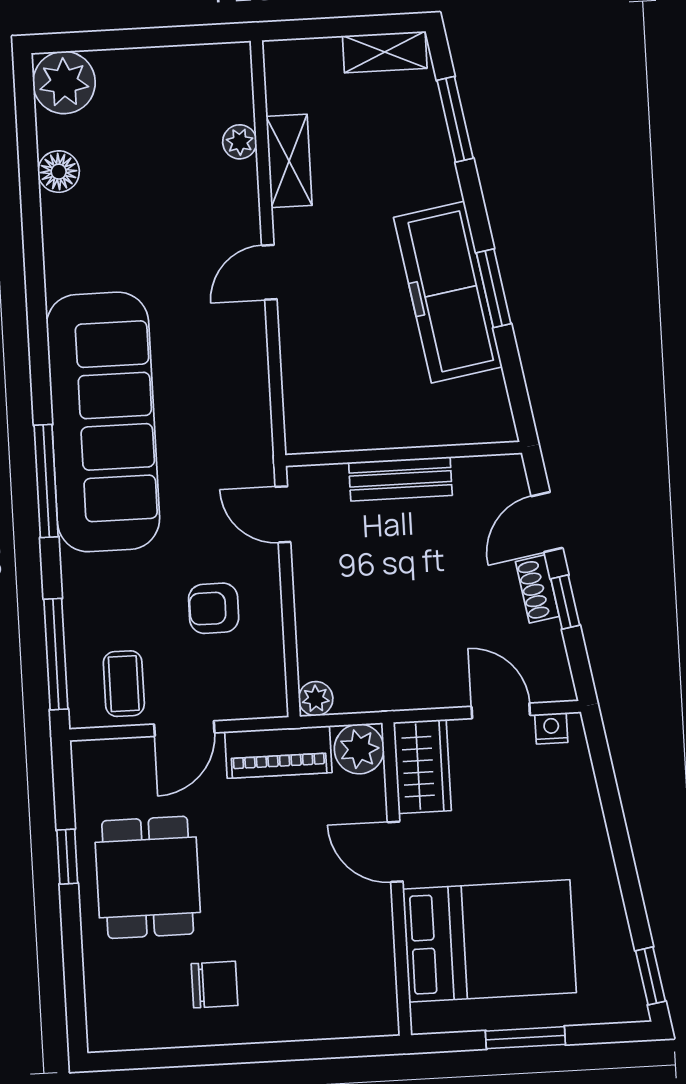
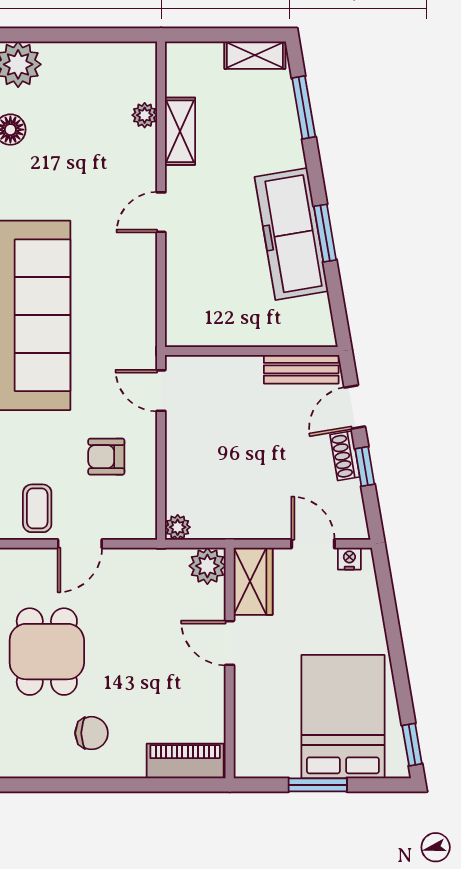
bench: (400, 479) -> (301, 369), moved
piano: (278, 752) -> (185, 761), moved, turned 180
bed: (489, 941) -> (343, 717), moved, turned -90

